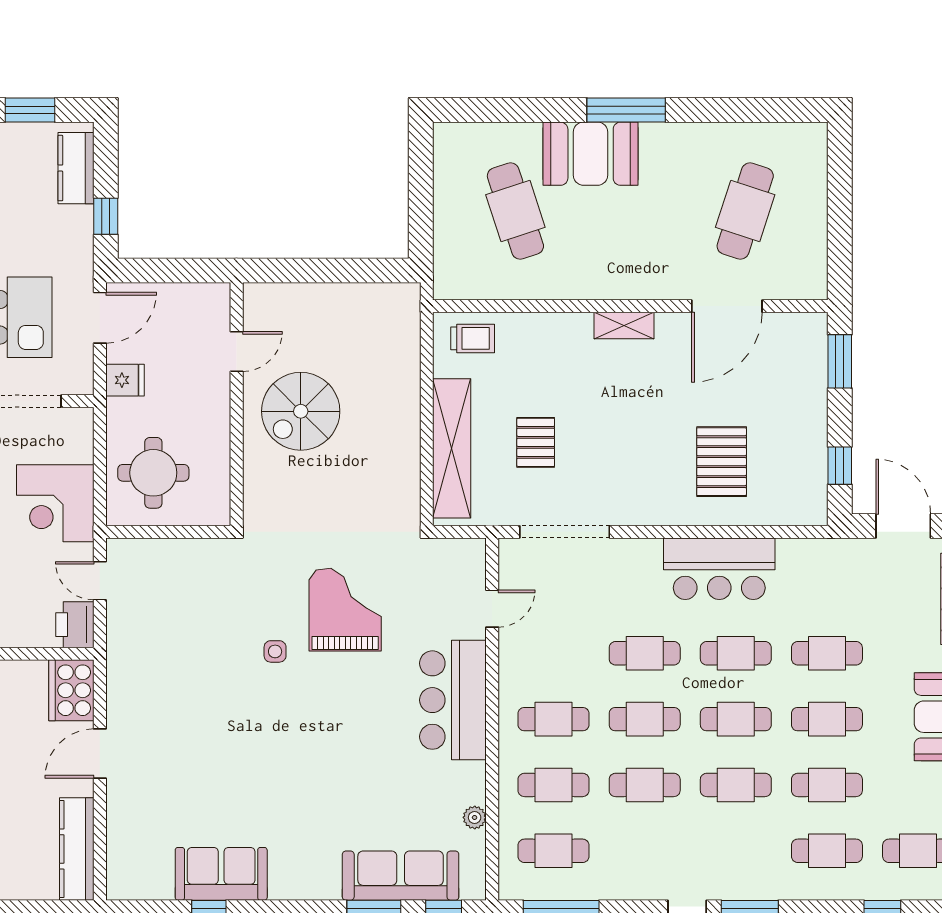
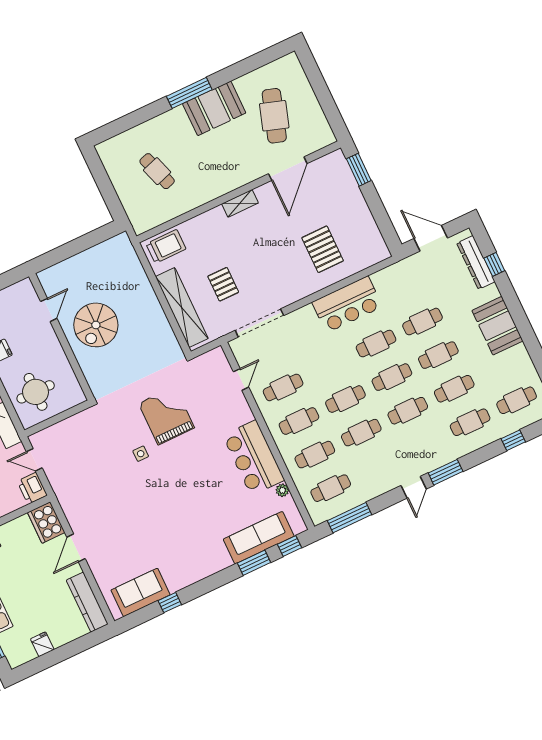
booth: (591, 154) -> (214, 108), moved
cafe table: (515, 211) -> (157, 171), width x0.73, depth x0.74
trolley: (473, 338) -> (166, 246), width x1.36, depth x1.39
window: (840, 466) -> (384, 223), removed
cafe table: (645, 653) -> (283, 387), moved
bar counter: (453, 700) -> (254, 458), moved
sofa: (221, 874) -> (141, 592), moved

